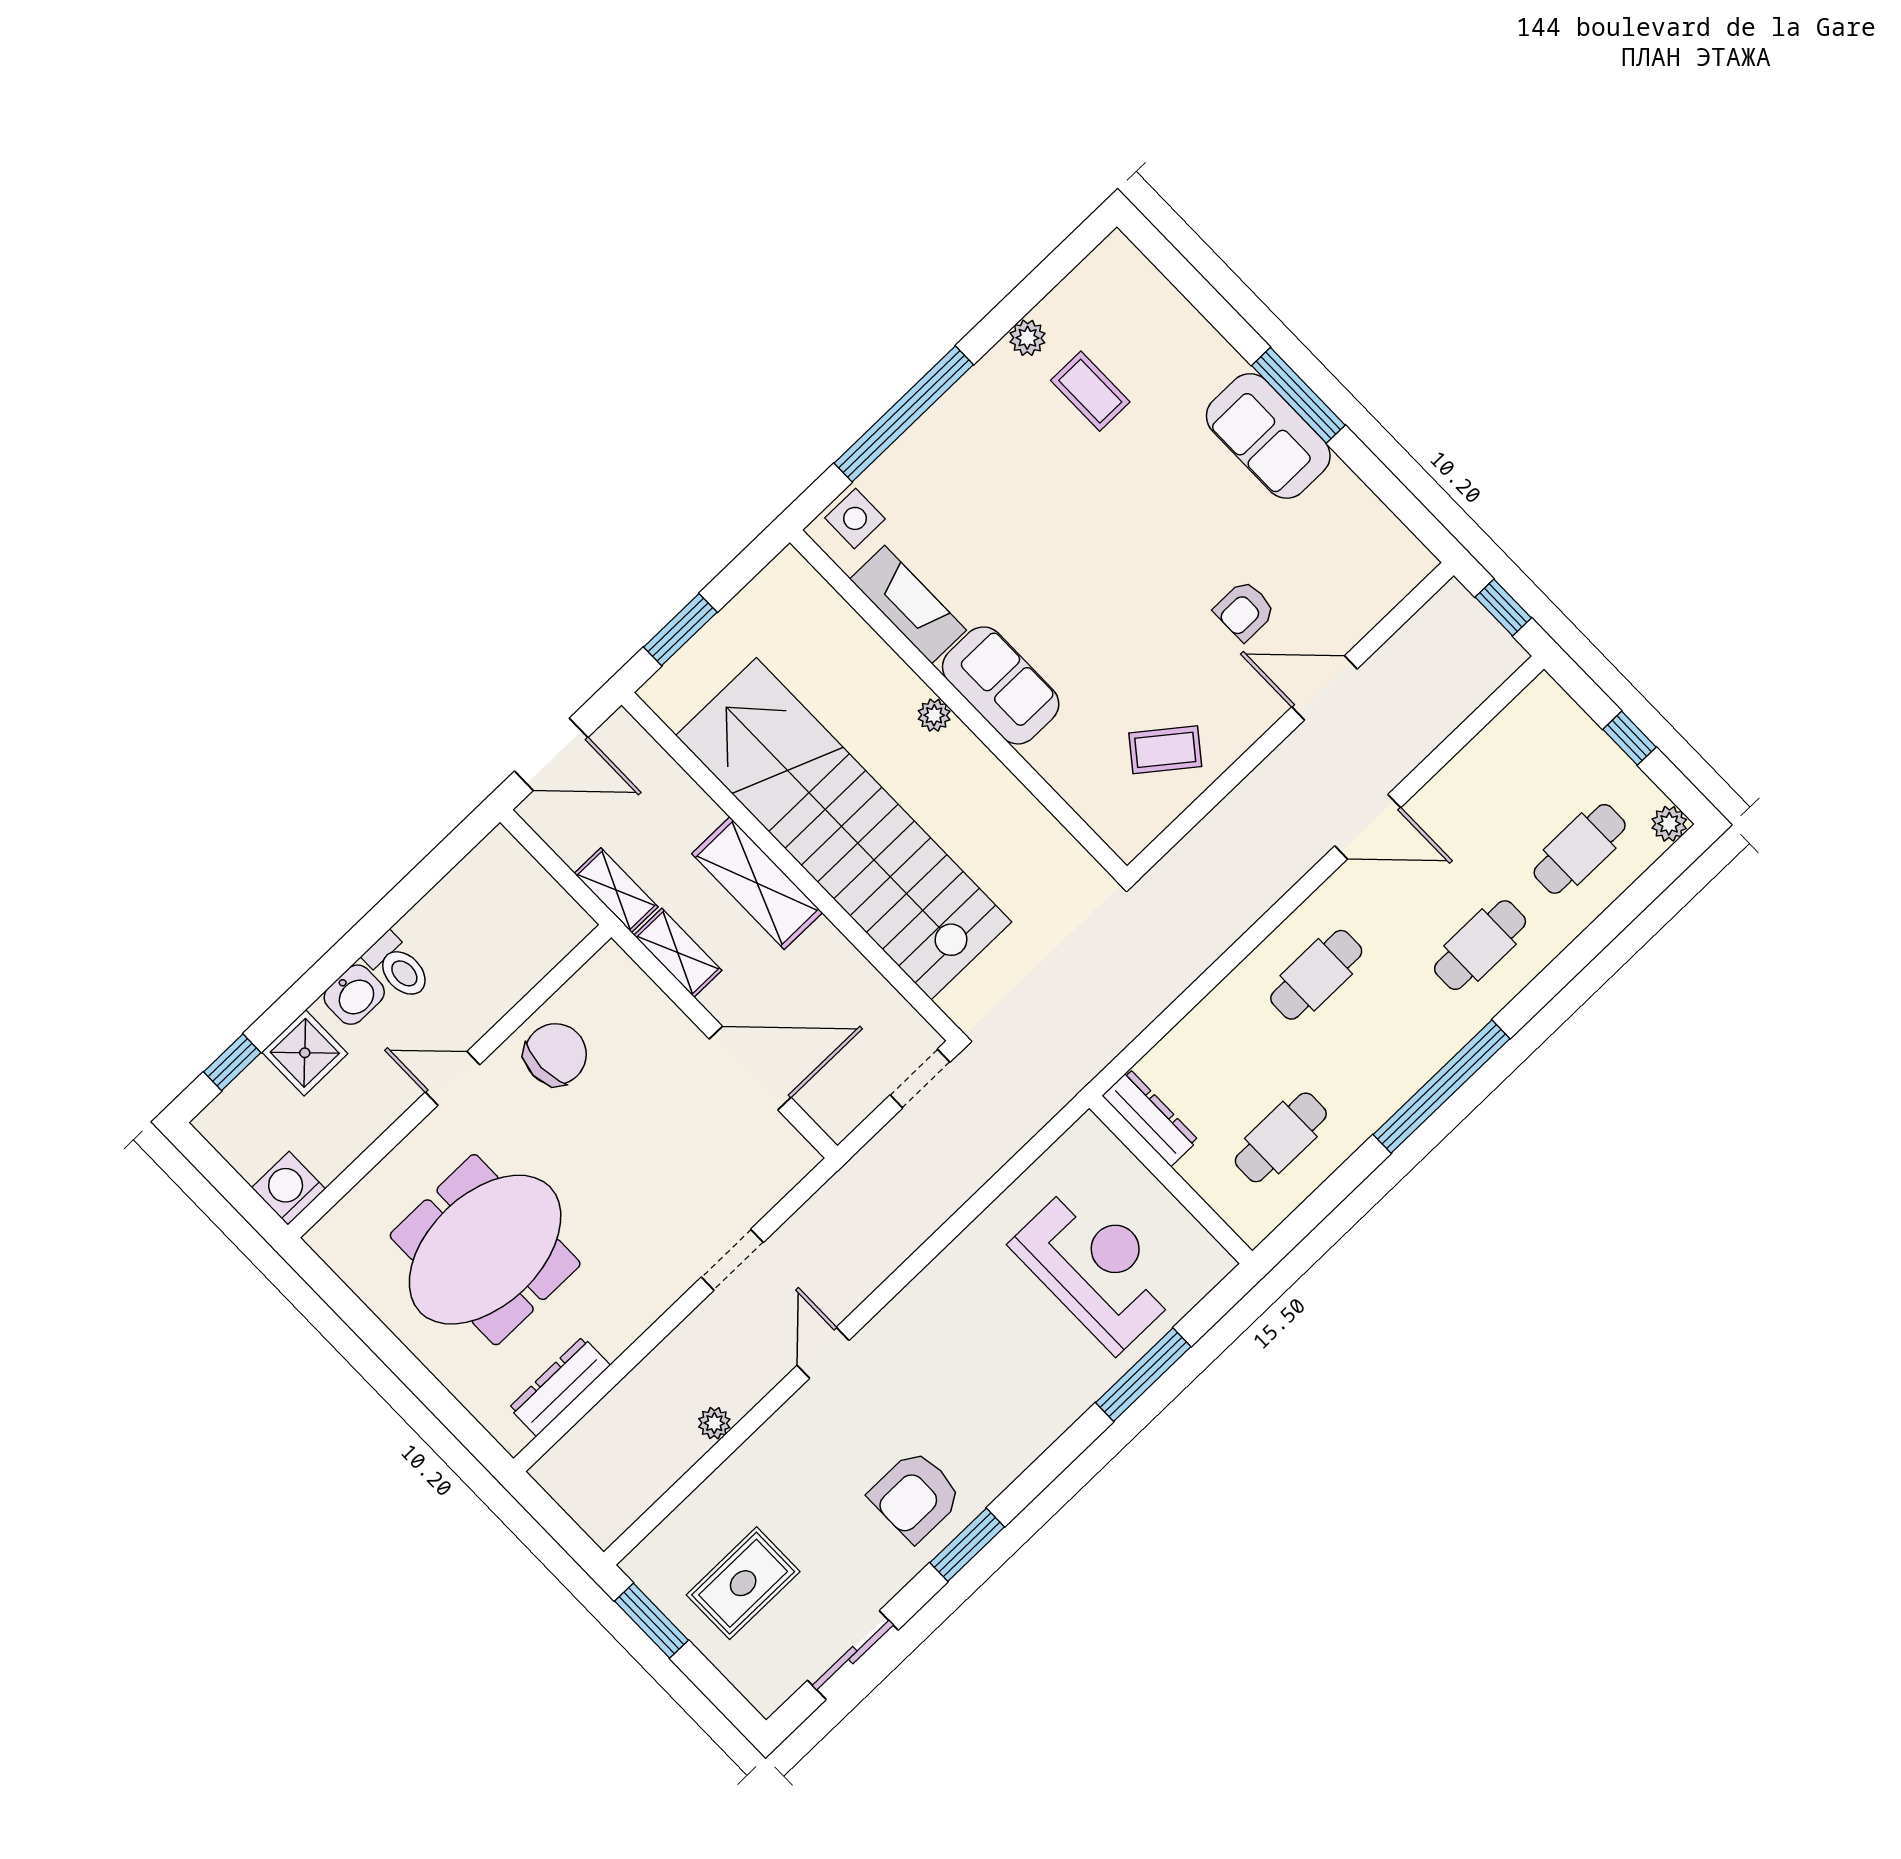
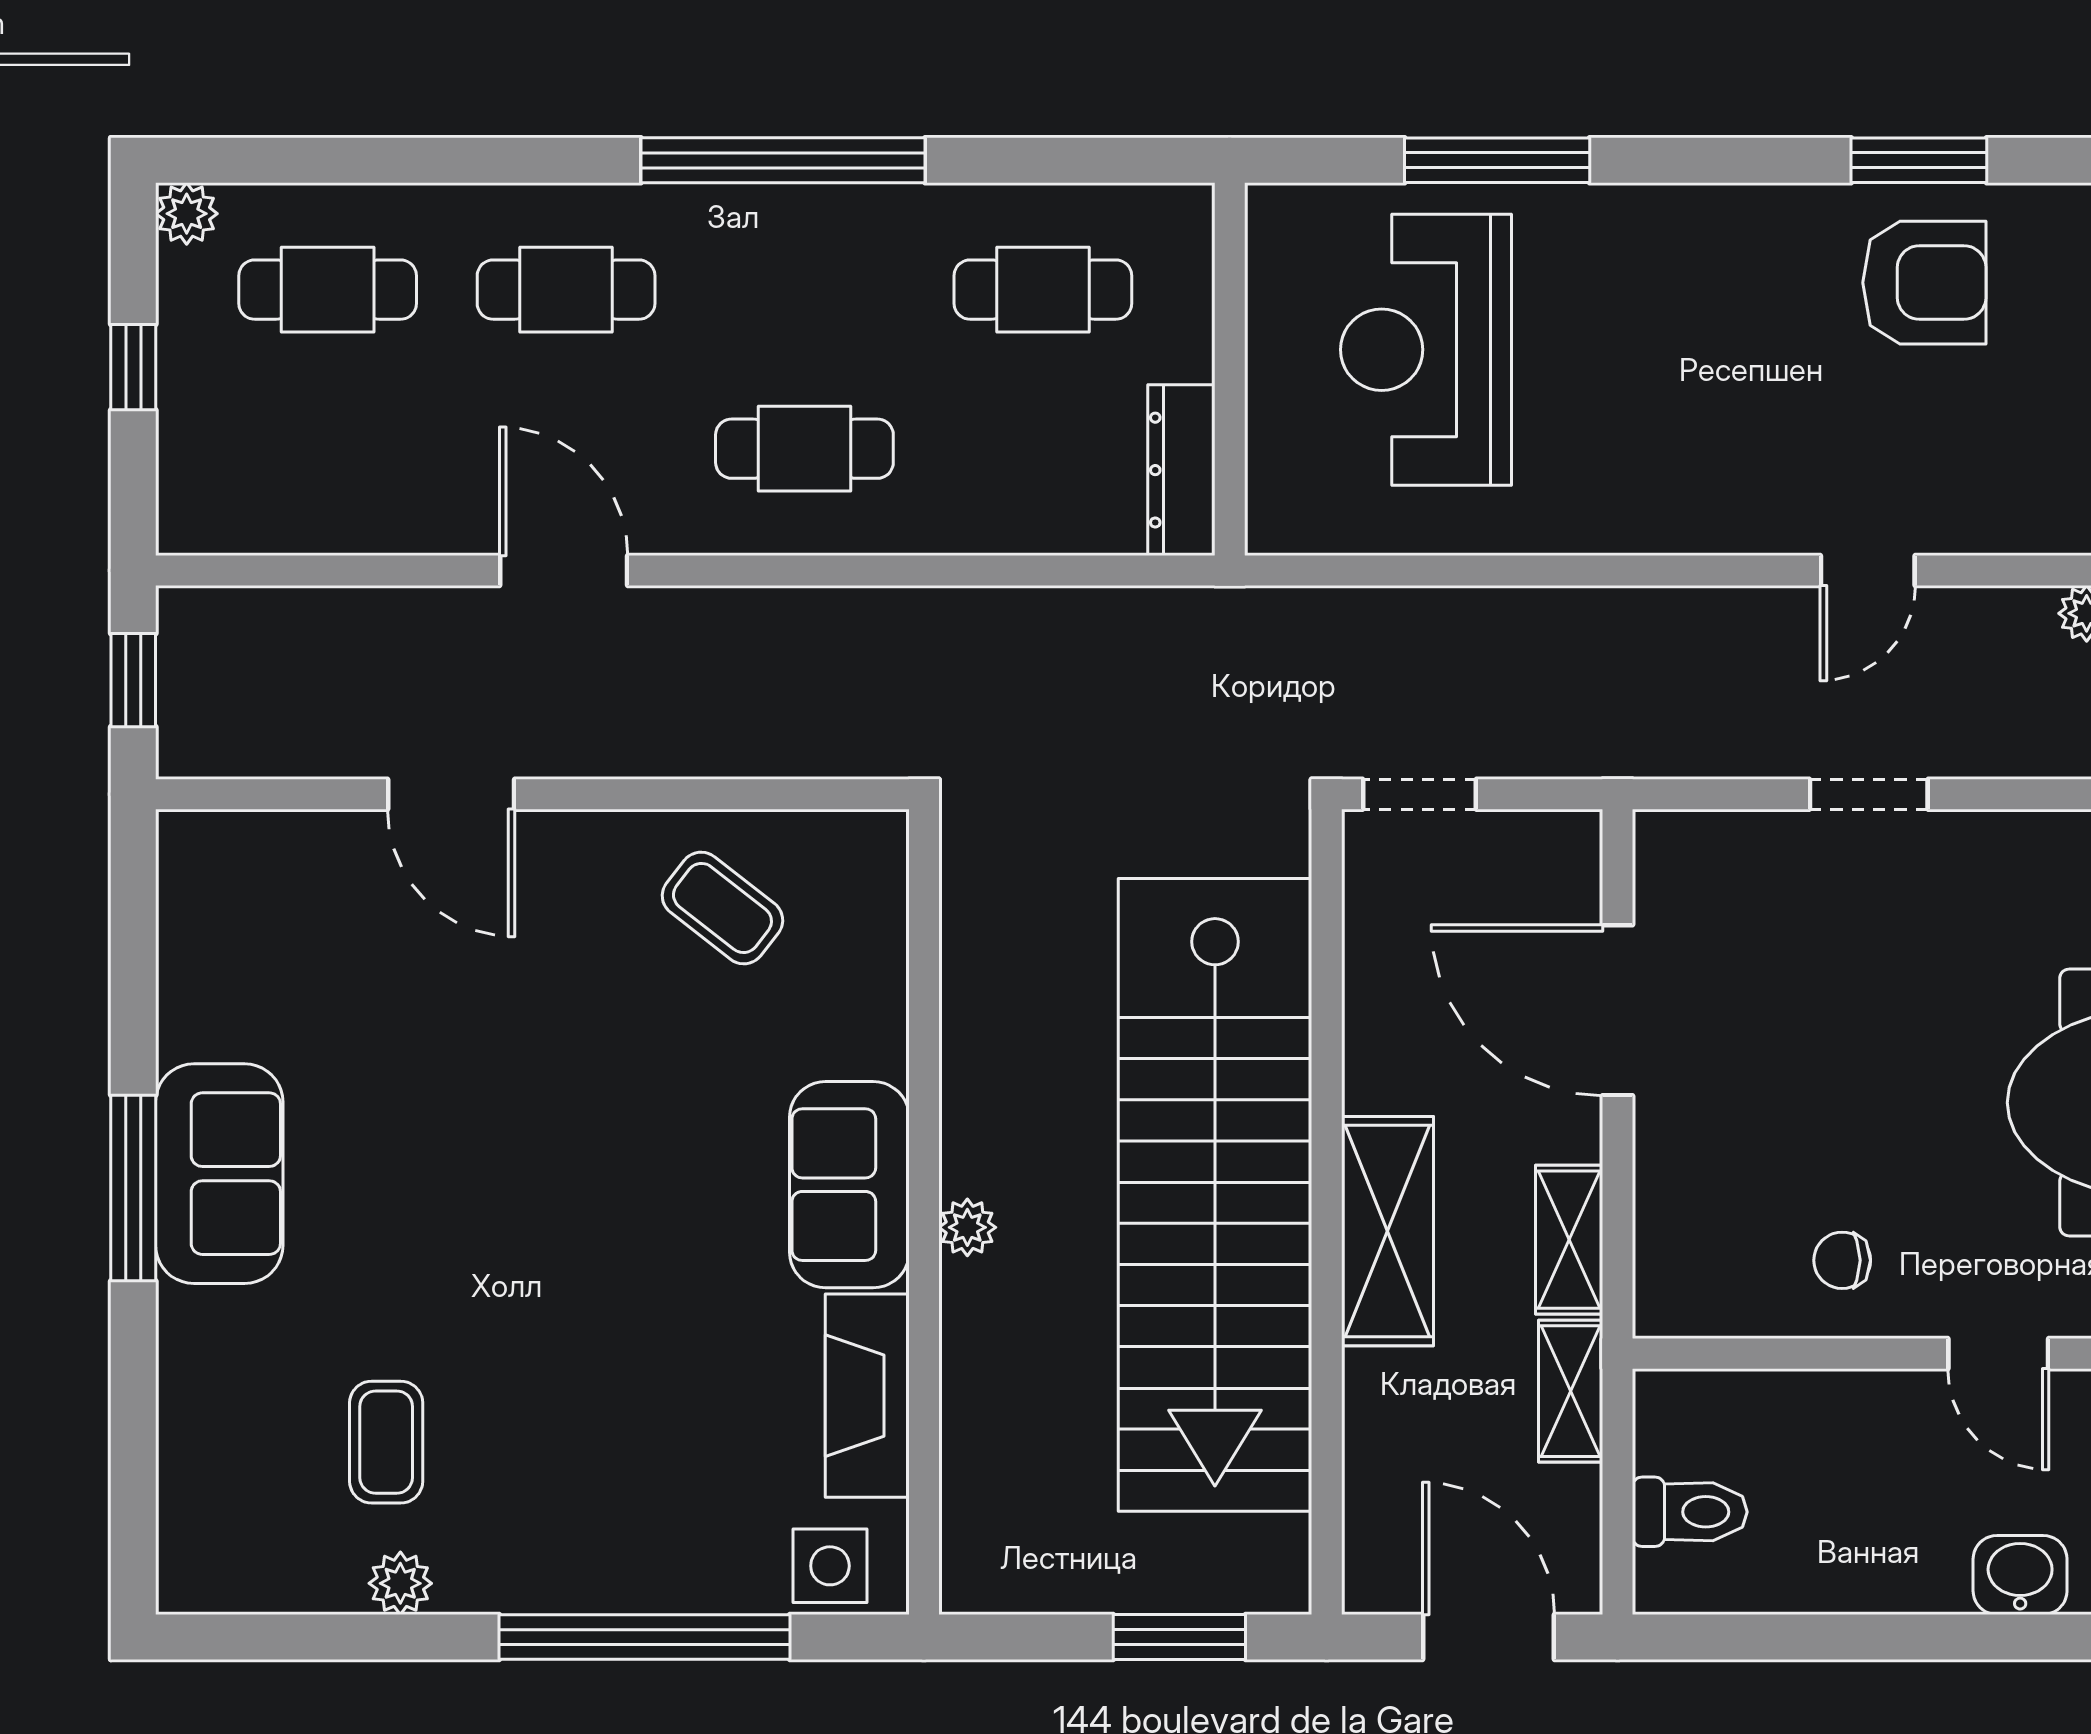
armchair: (1245, 611) -> (458, 985), removed
toilet: (398, 967) -> (1690, 1512), moved, turned 90
chair: (555, 1054) -> (1842, 1260), width x0.54, depth x0.54

